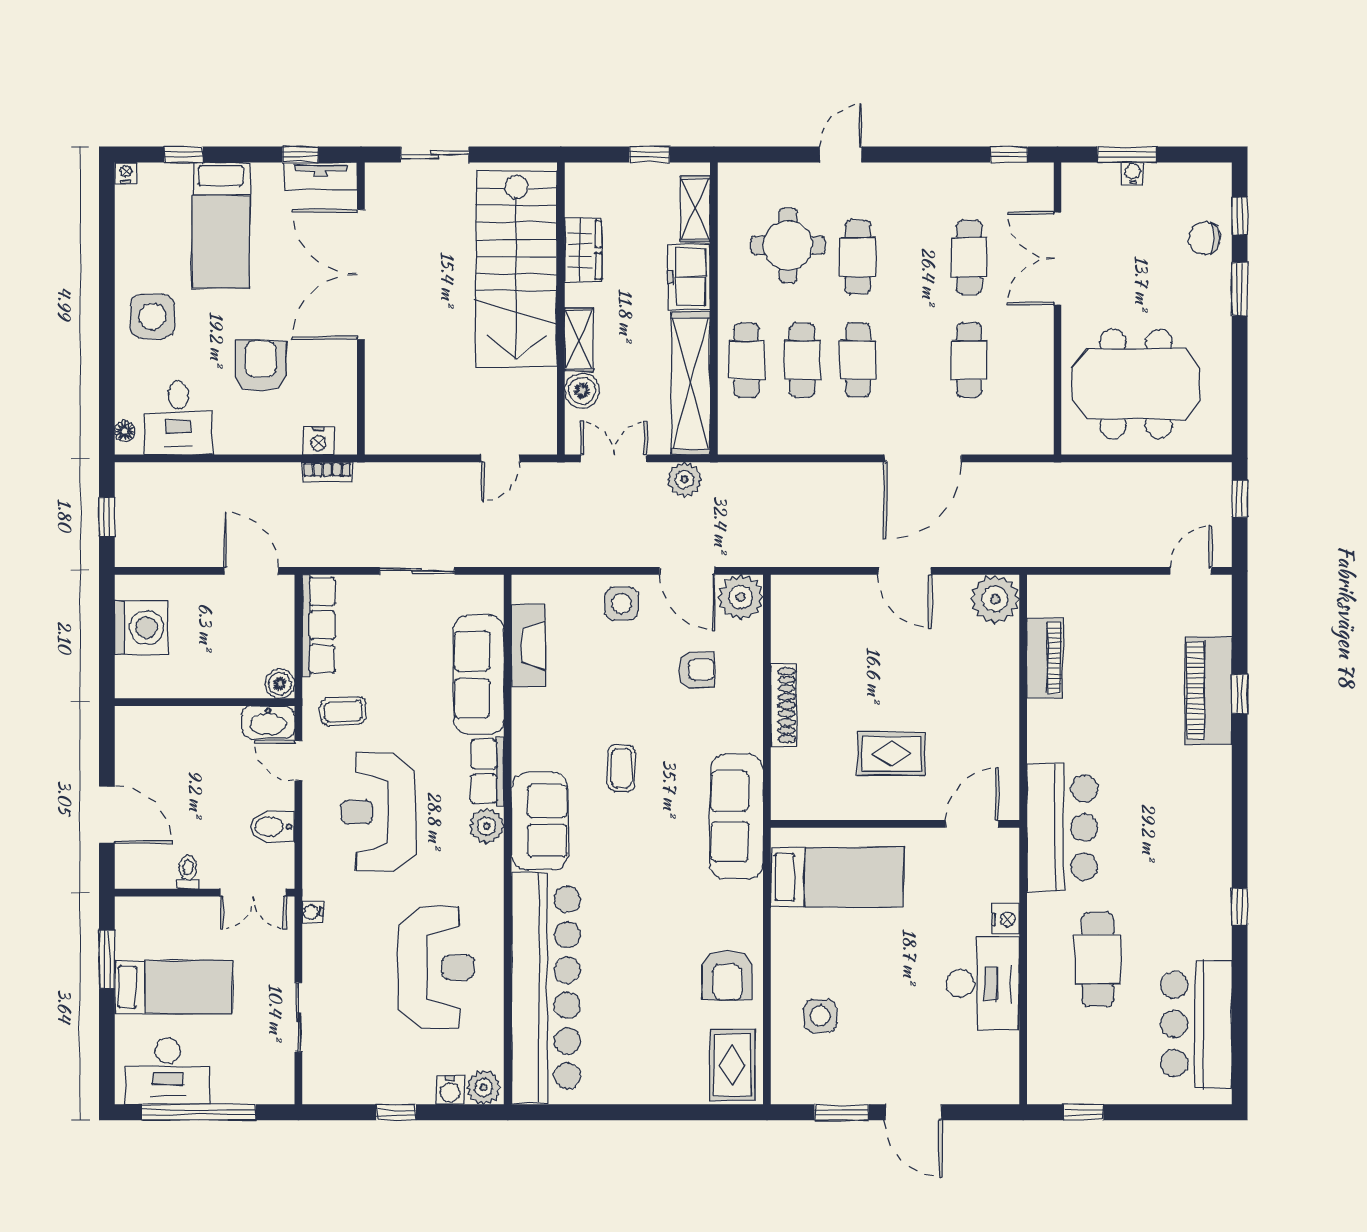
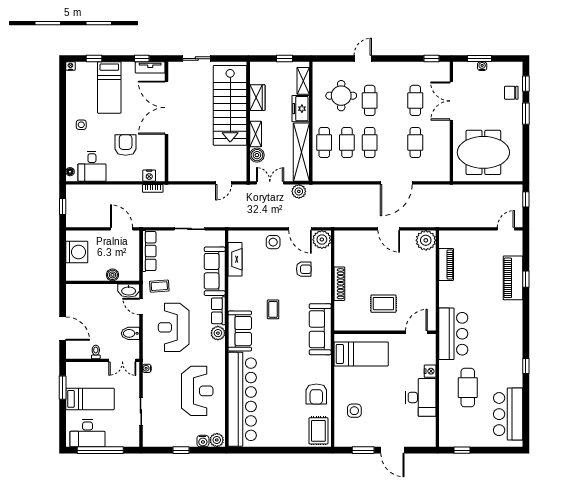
side table: (152, 316) -> (81, 125), width x0.54, depth x0.54
boiler: (280, 684) -> (112, 275), moved

